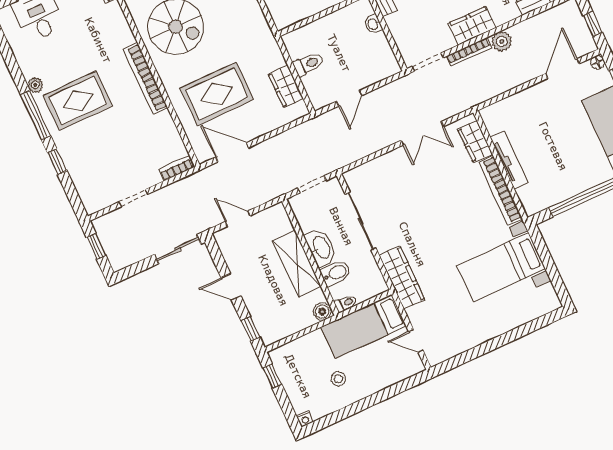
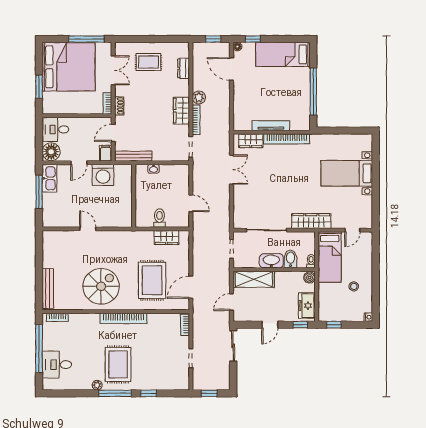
shelving: (297, 263) -> (254, 279), moved
bed with nightstands: (501, 267) -> (347, 173), moved, turned 90
freezer: (281, 326) -> (307, 306), added

